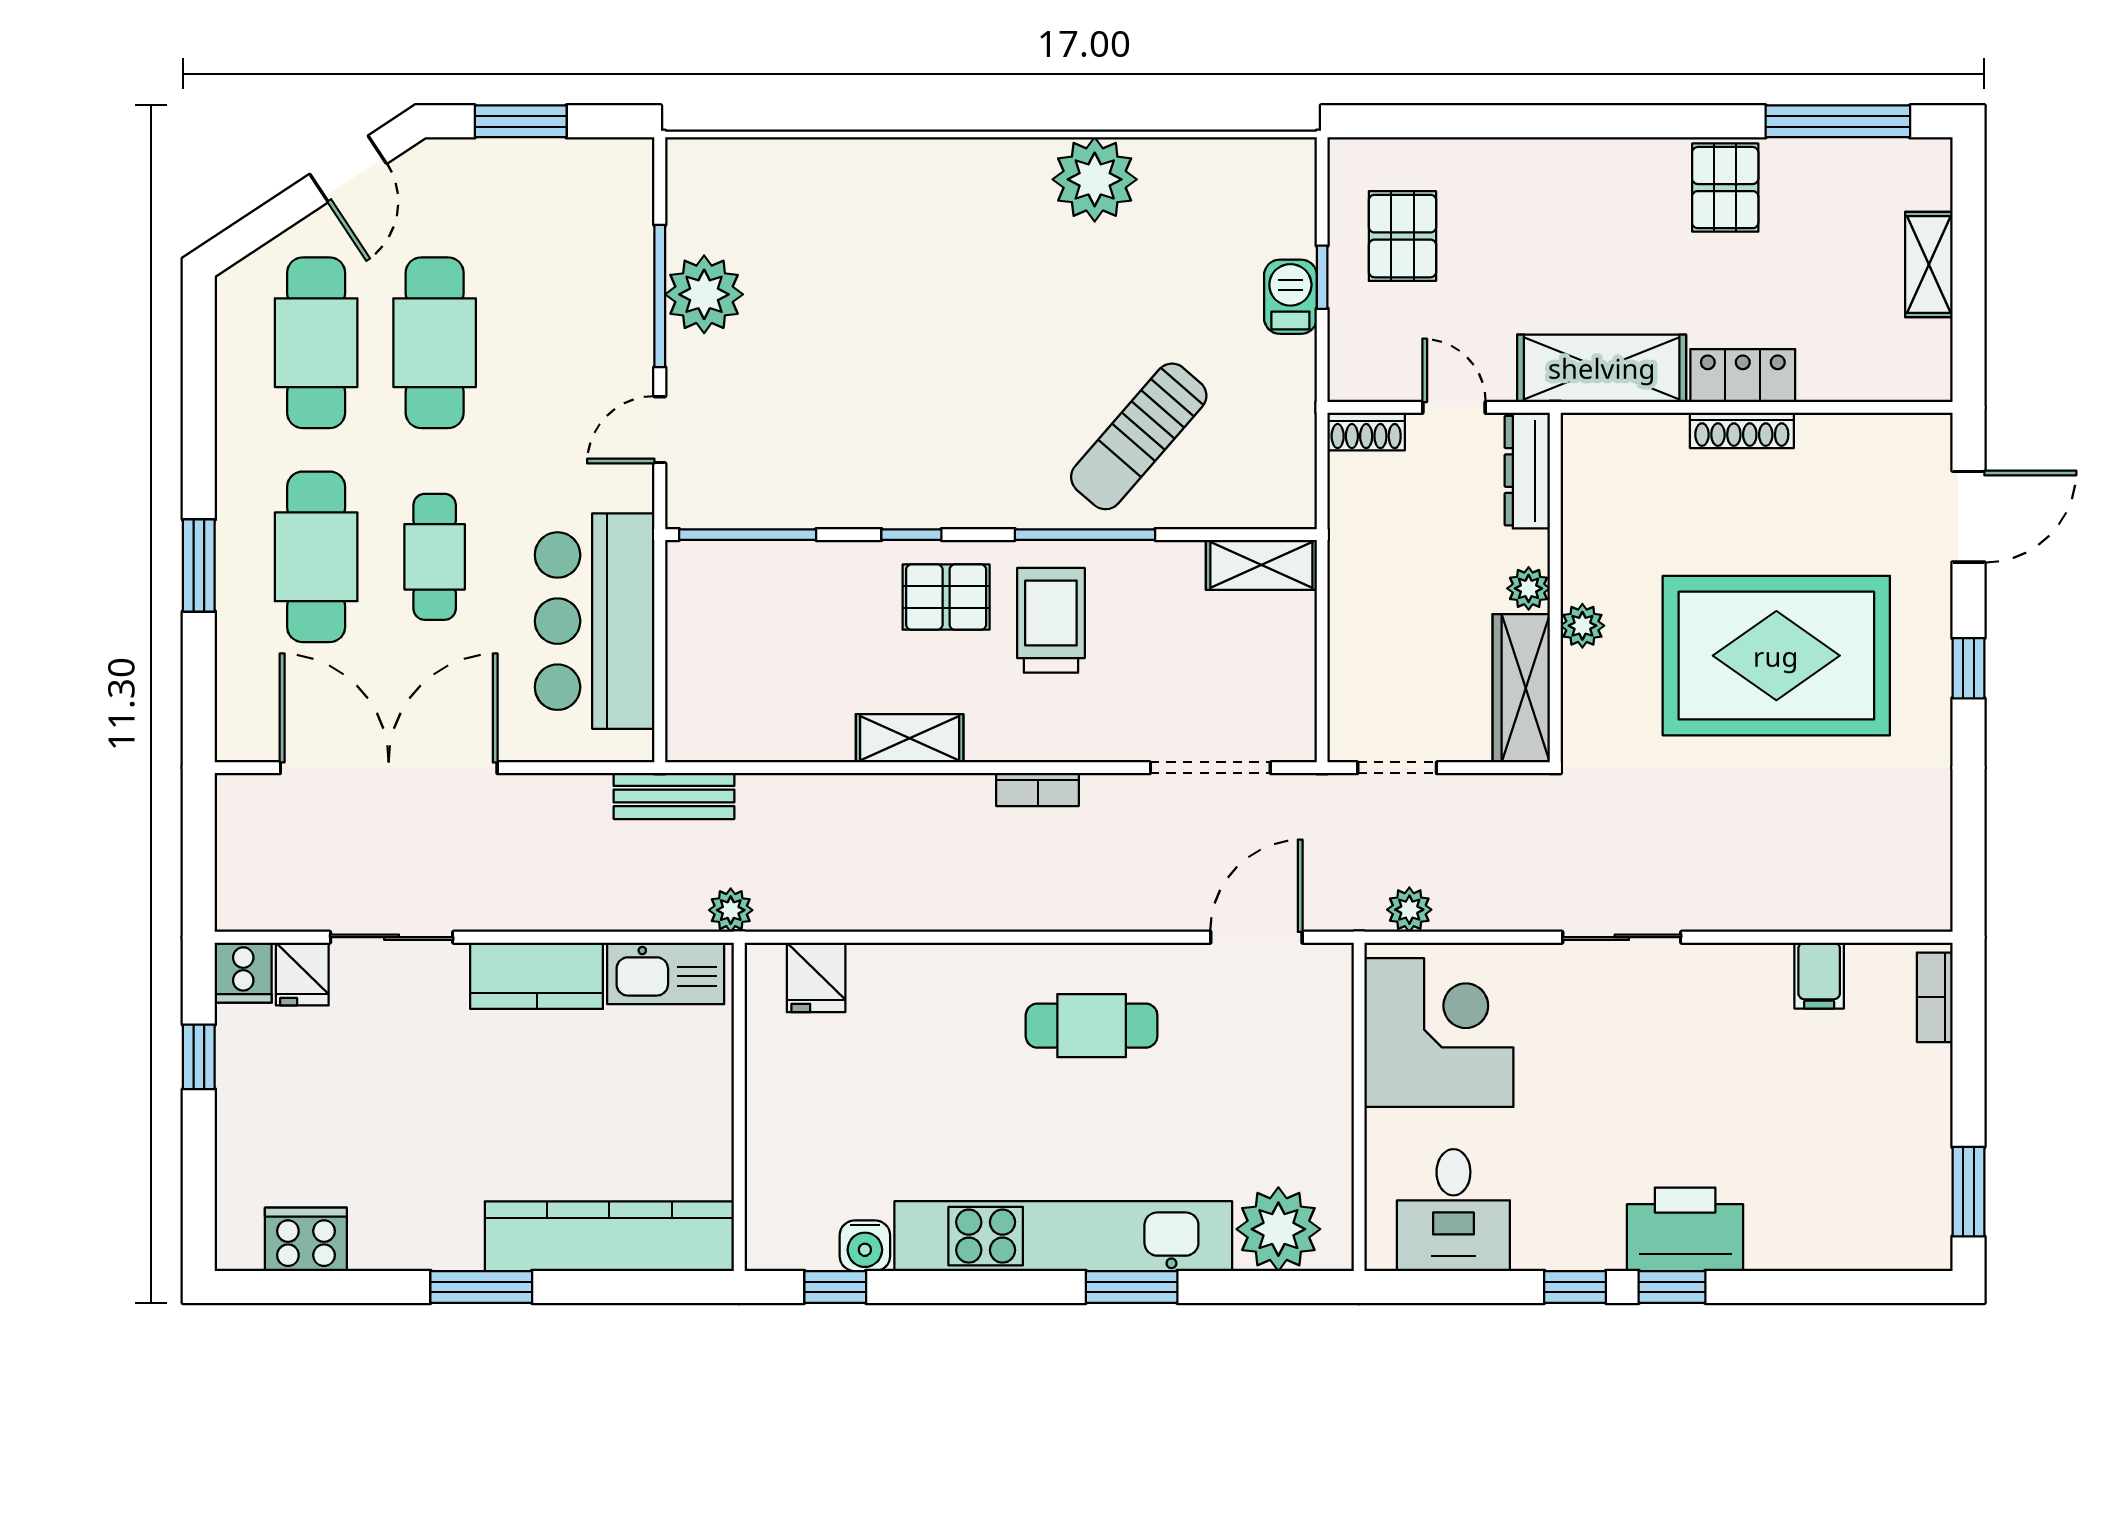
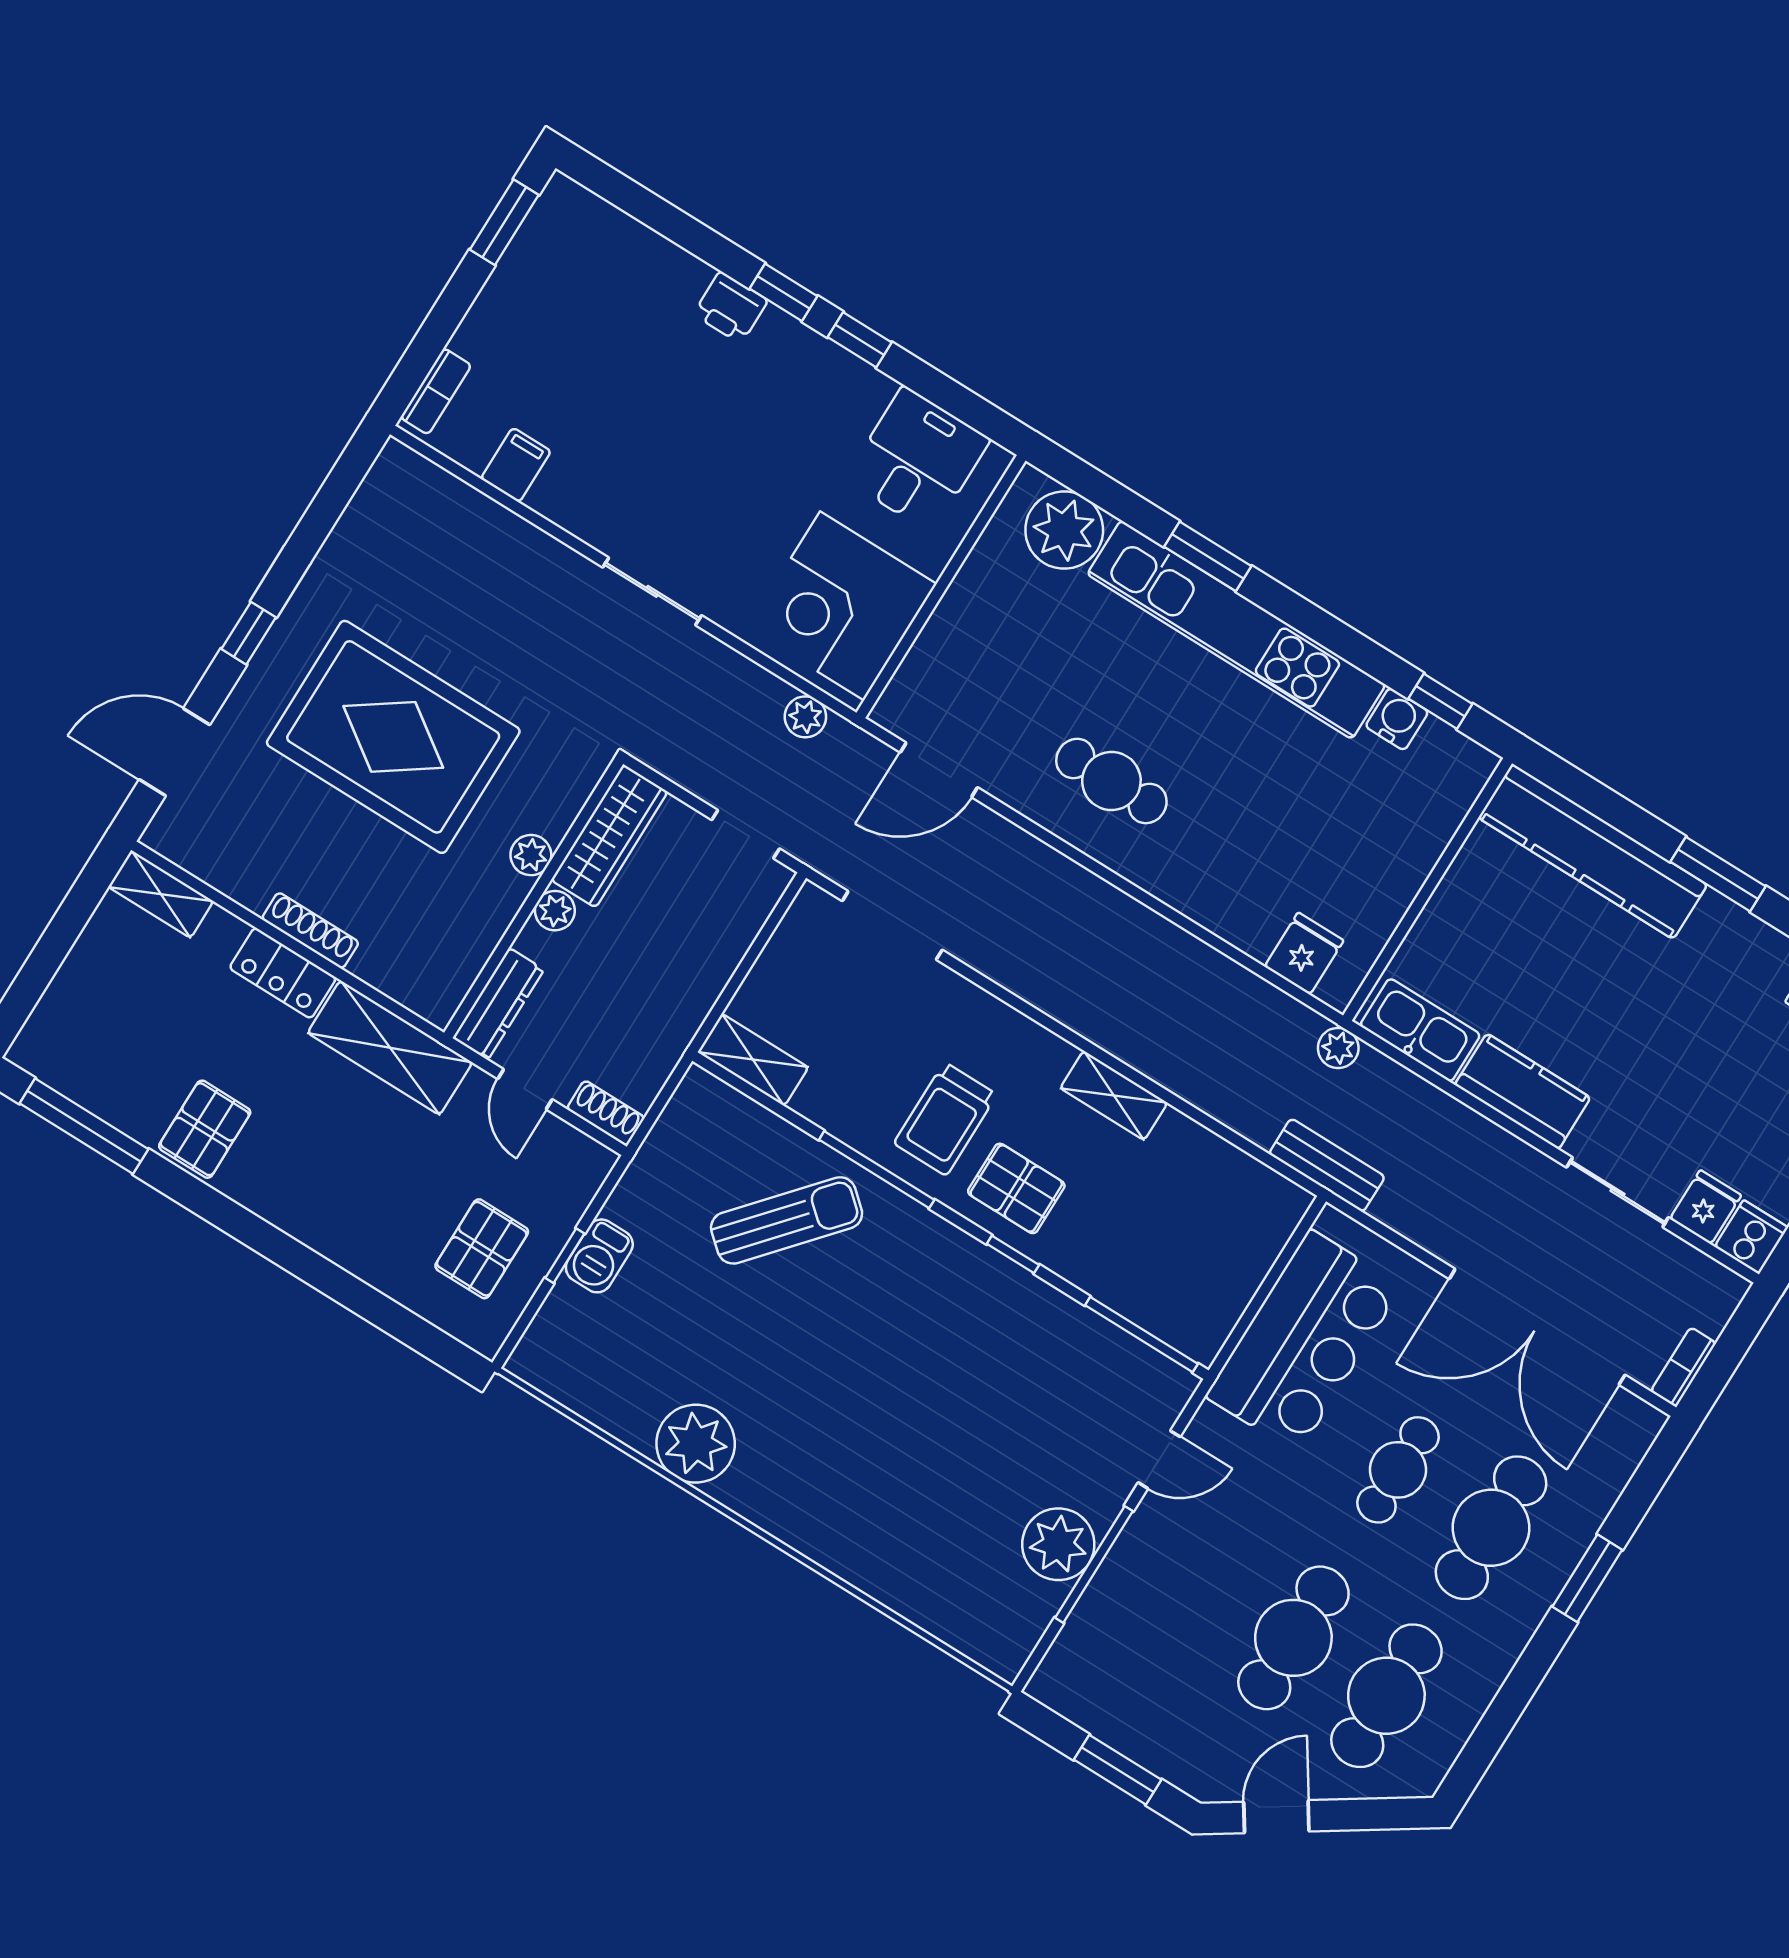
shelving: (1929, 264) -> (161, 894), moved, turned 90
bookcase: (1038, 789) -> (1683, 1367), moved, turned -90
printer: (1685, 1229) -> (730, 307), width x0.53, depth x0.68

